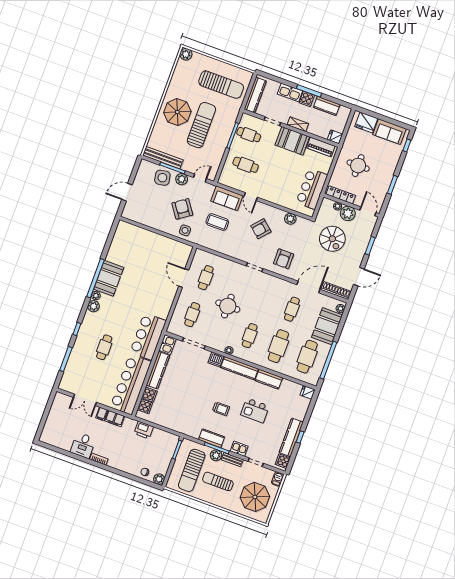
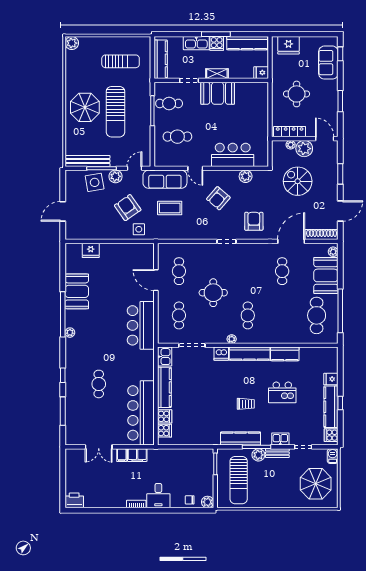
sun lounger: (221, 85) -> (121, 61), width x0.73, depth x0.75
kitchen counter: (327, 106) -> (247, 43), width x1.50
sun lounger: (201, 125) -> (116, 112), turned 180
sofa: (389, 132) -> (328, 63), moved, turned 90
piano: (321, 147) -> (250, 89), removed
bar counter: (312, 189) -> (233, 155), moved, turned 90
sofa: (227, 198) -> (165, 179), width x1.36
fridge: (138, 233) -> (91, 250), added
spiral stairs: (332, 239) -> (298, 181), turned 180
armchair: (284, 259) -> (254, 221), turned 180
booth: (109, 278) -> (77, 291), moved
plant: (93, 306) -> (71, 345), removed
bar counter: (148, 337) -> (141, 325), moved
cafe table: (278, 346) -> (282, 315), removed
fridge: (308, 392) -> (331, 379), moved
printer: (144, 430) -> (74, 500), moved, turned 180
kitchen counter: (212, 438) -> (241, 439), width x1.50
desk: (83, 445) -> (158, 496), moved
sun lounger: (218, 481) -> (271, 482), removed

